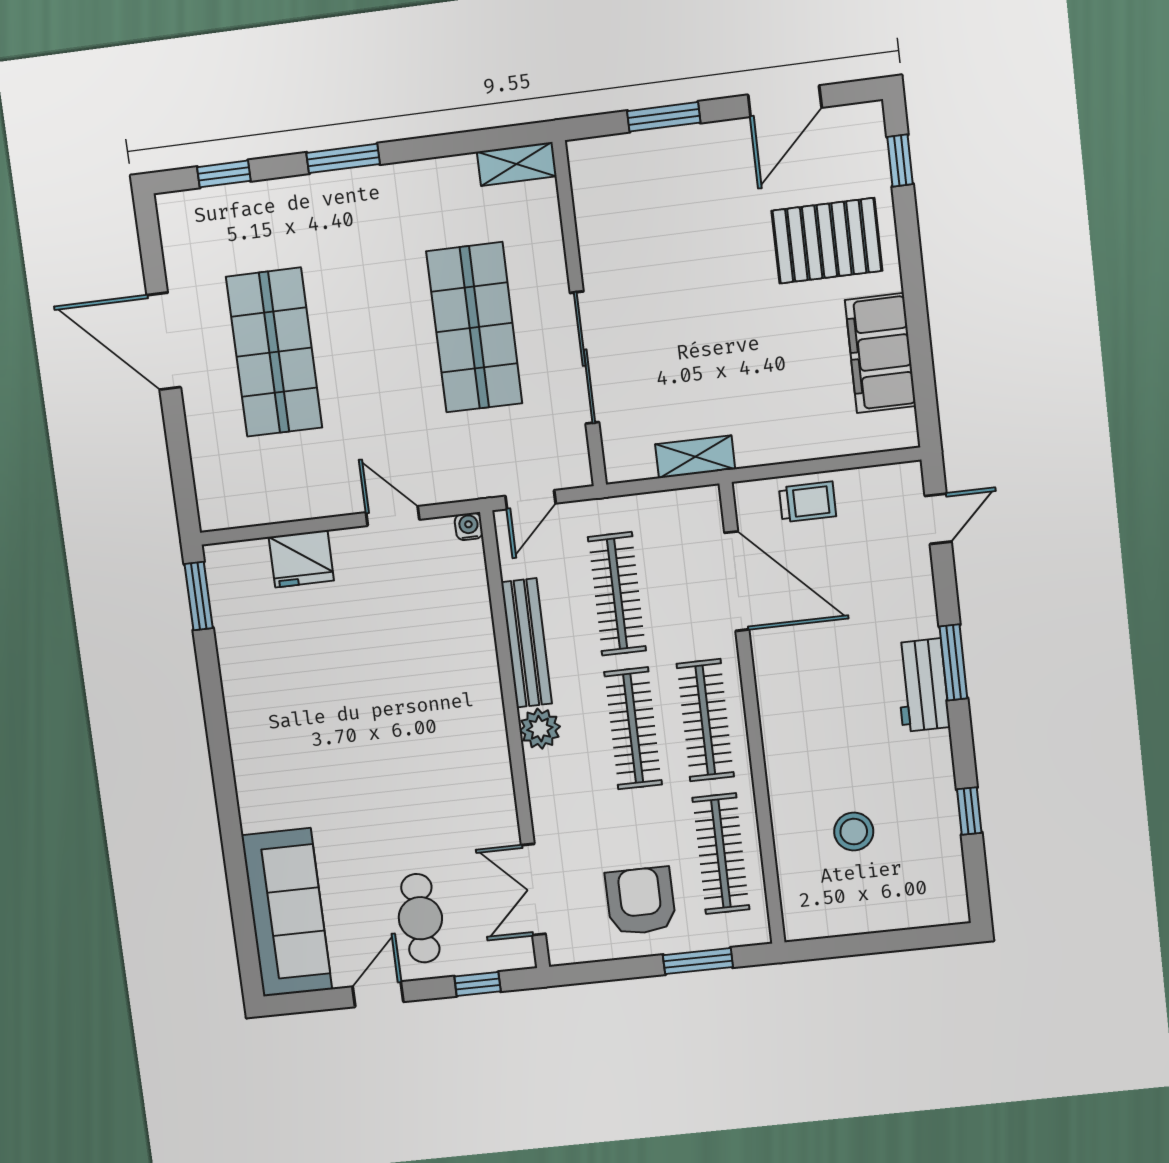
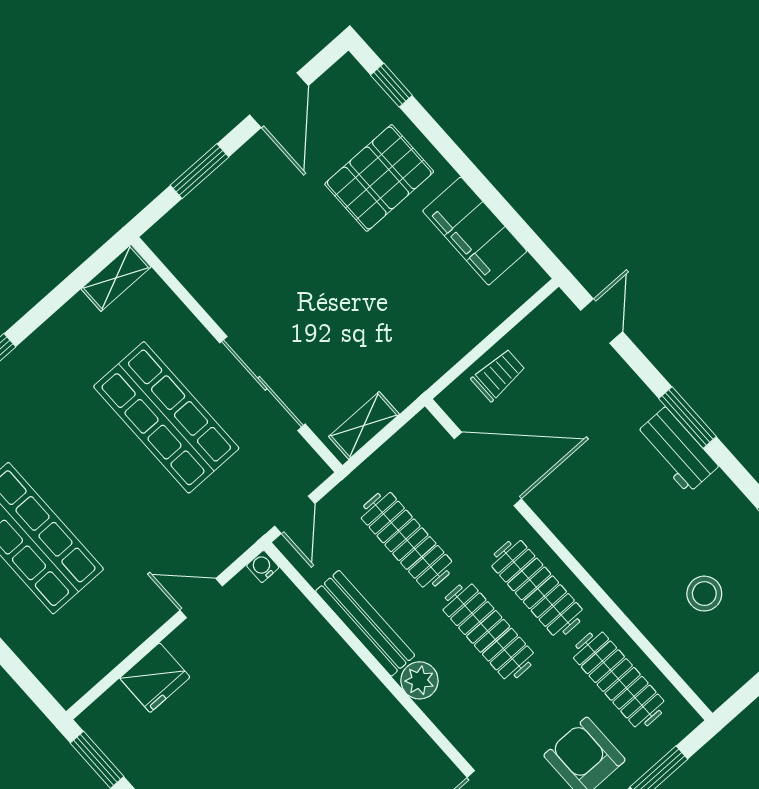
shelving: (695, 457) -> (364, 425), moved

